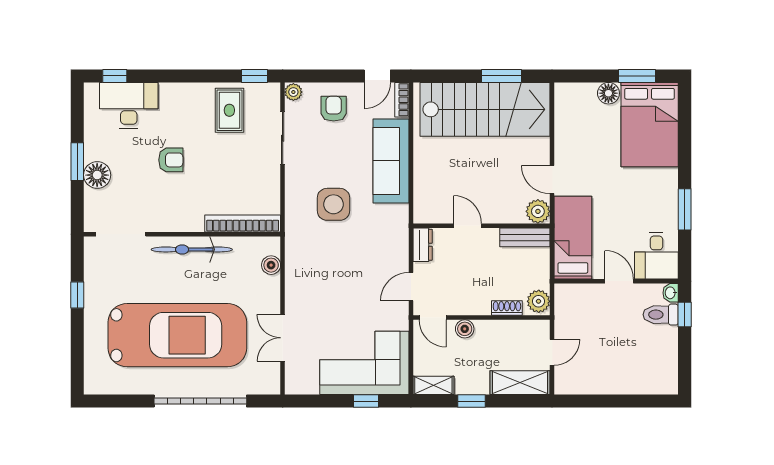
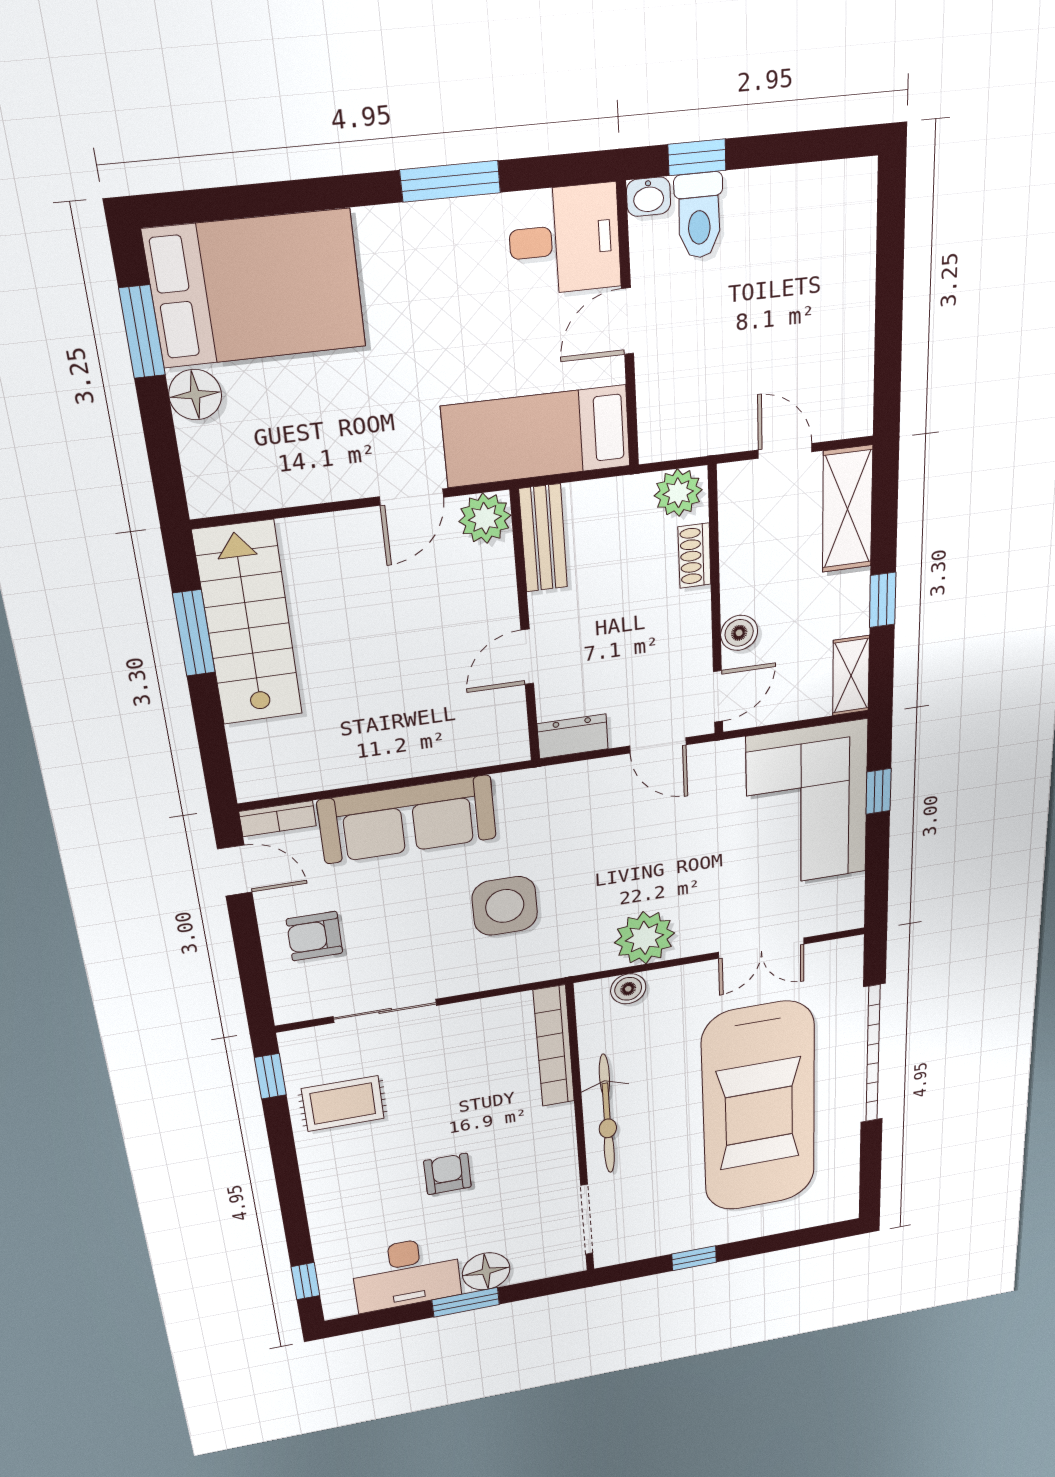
plant: (293, 92) -> (644, 938), moved, width x1.88, depth x1.88
desk: (129, 105) -> (406, 1274), moved, turned -90
stairs: (485, 109) -> (248, 624), width x0.73, depth x0.66
car: (177, 335) -> (759, 1108), turned 180

